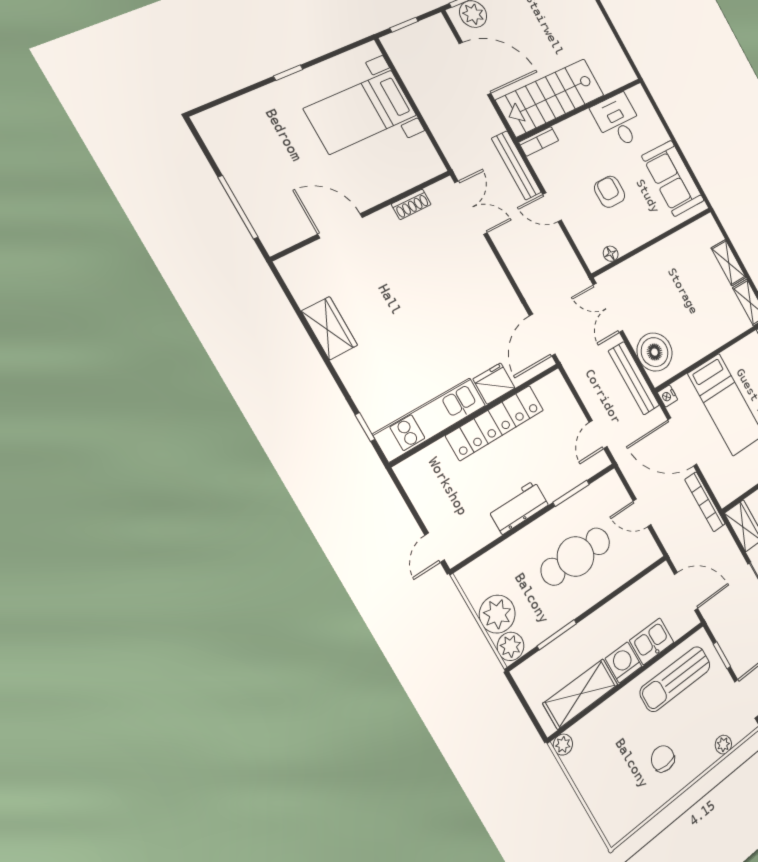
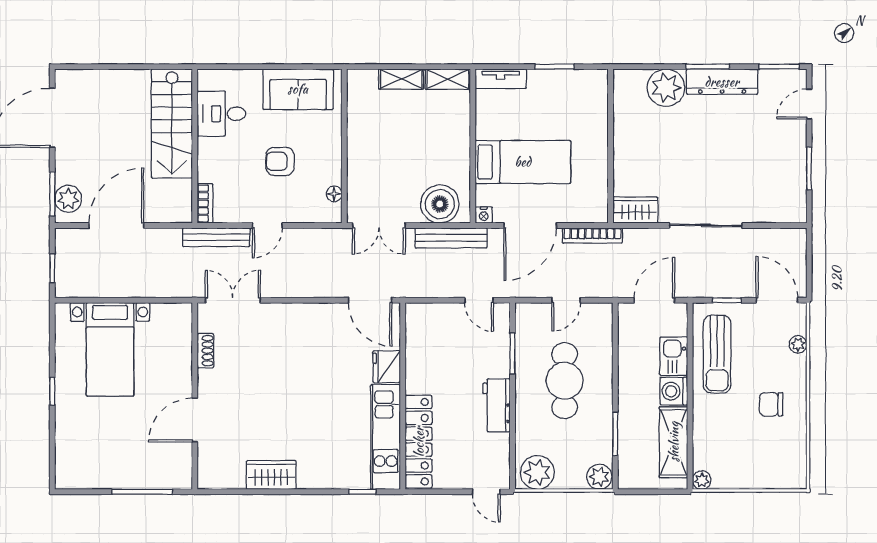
stairs: (551, 98) -> (172, 123), moved
locker: (495, 423) -> (419, 442), moved
plant: (497, 614) -> (537, 473), moved

